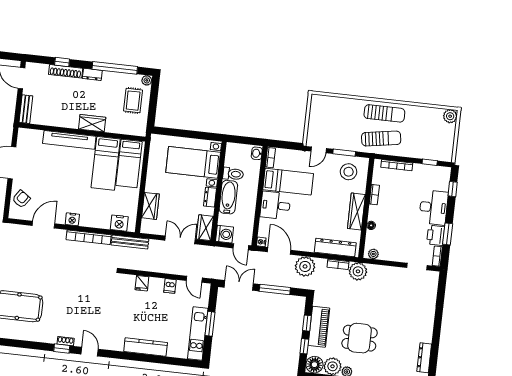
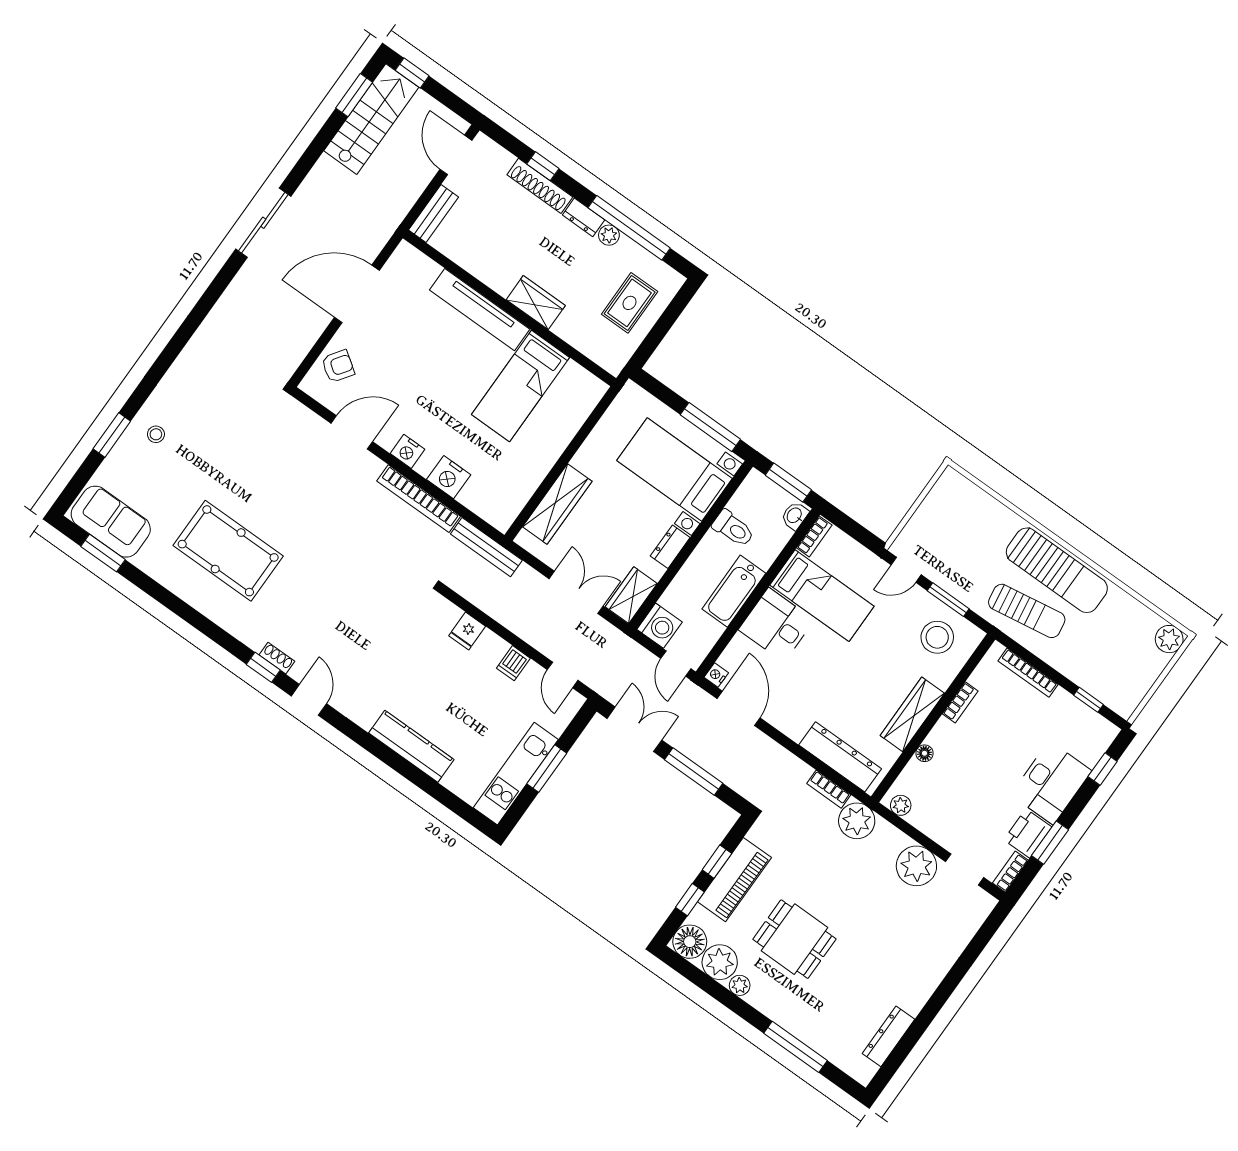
plant: (147, 80) -> (609, 235), moved
sun lounger: (384, 113) -> (1057, 570), width x1.36, depth x1.34
window: (199, 135) -> (710, 427), added
window: (246, 140) -> (788, 483), added
bed: (129, 163) -> (561, 409), removed
bathtub: (228, 197) -> (734, 591), moved, turned 180
wardrobe: (150, 206) -> (557, 504), width x1.50
nightstand: (119, 223) -> (449, 477), moved
plant: (305, 266) -> (916, 866), moved

